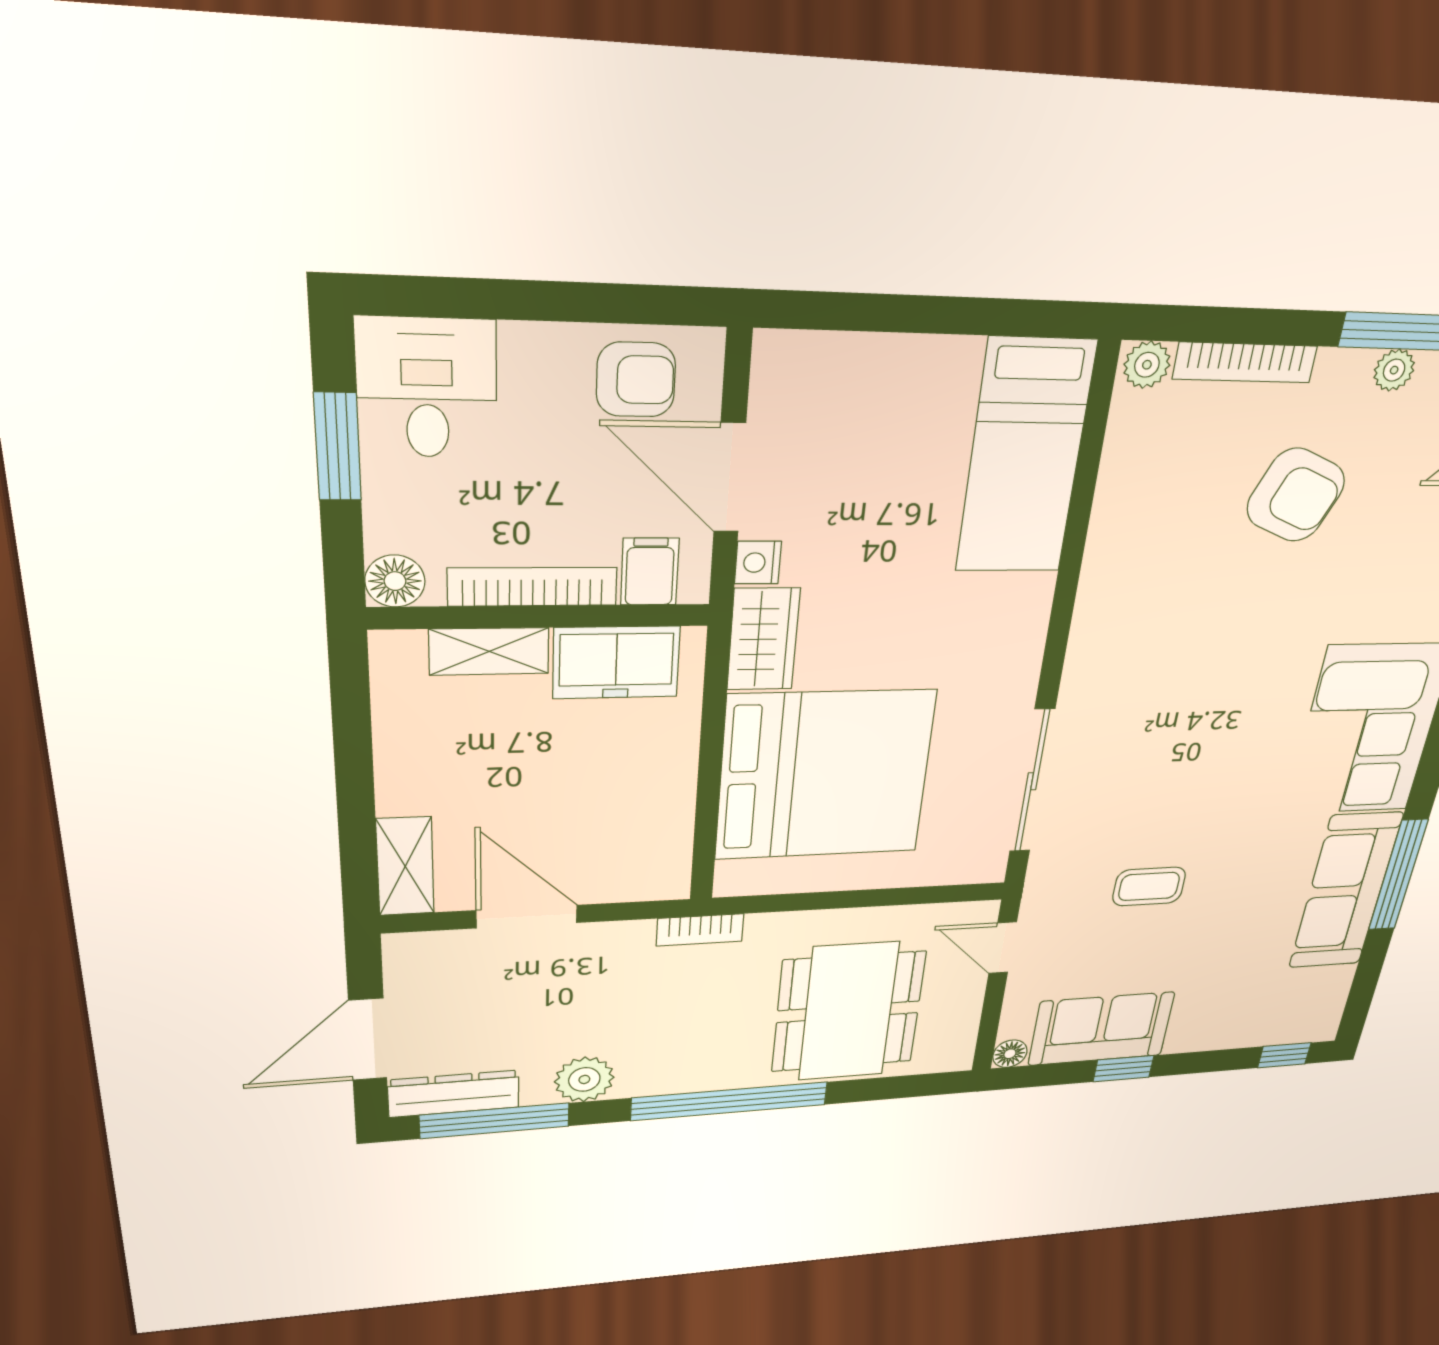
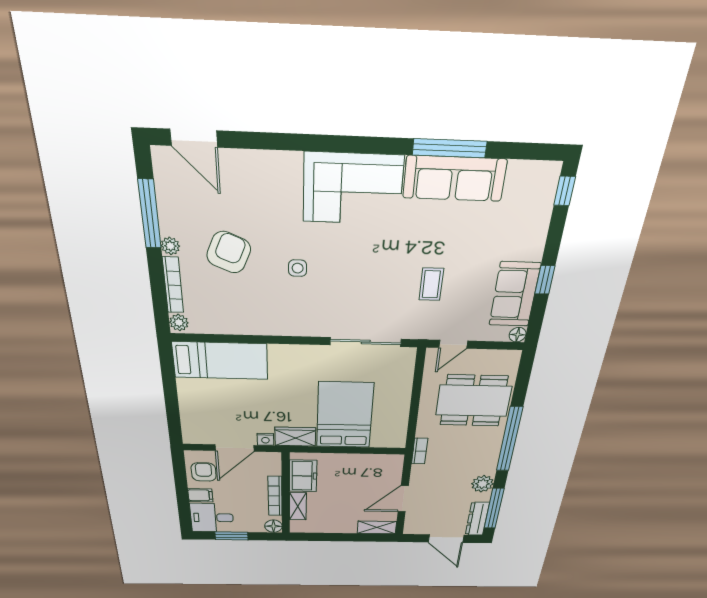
plant: (1394, 370) -> (170, 246), moved
filing cabinet: (650, 572) -> (200, 495), moved, turned 180
side table: (1232, 636) -> (298, 268), added
bed: (825, 775) -> (345, 415), width x0.73

